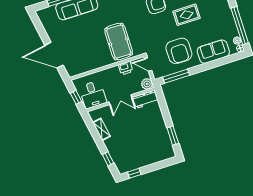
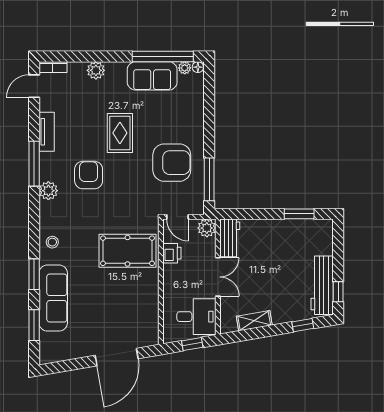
sofa: (213, 52) -> (152, 76), moved, turned -90
door: (148, 65) -> (178, 217), hinge flipped
workbench: (135, 163) -> (322, 285), added

